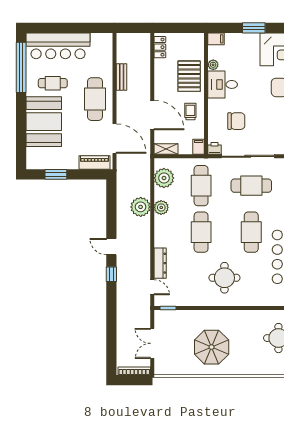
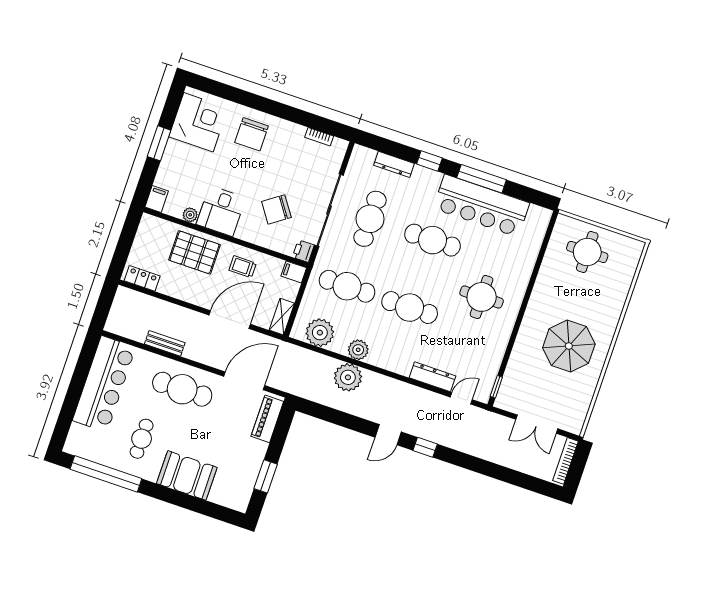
bar counter: (58, 46) -> (104, 384), moved
chair: (236, 121) -> (276, 209), turned -125
booth: (44, 122) -> (187, 475), width x0.73, depth x0.70

